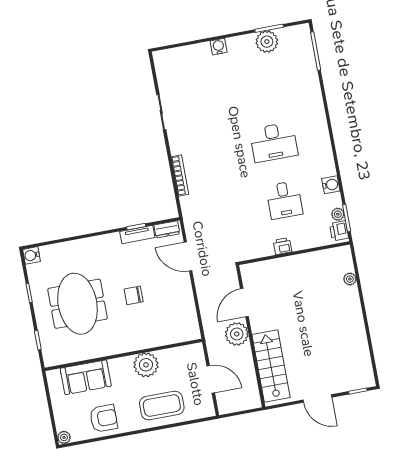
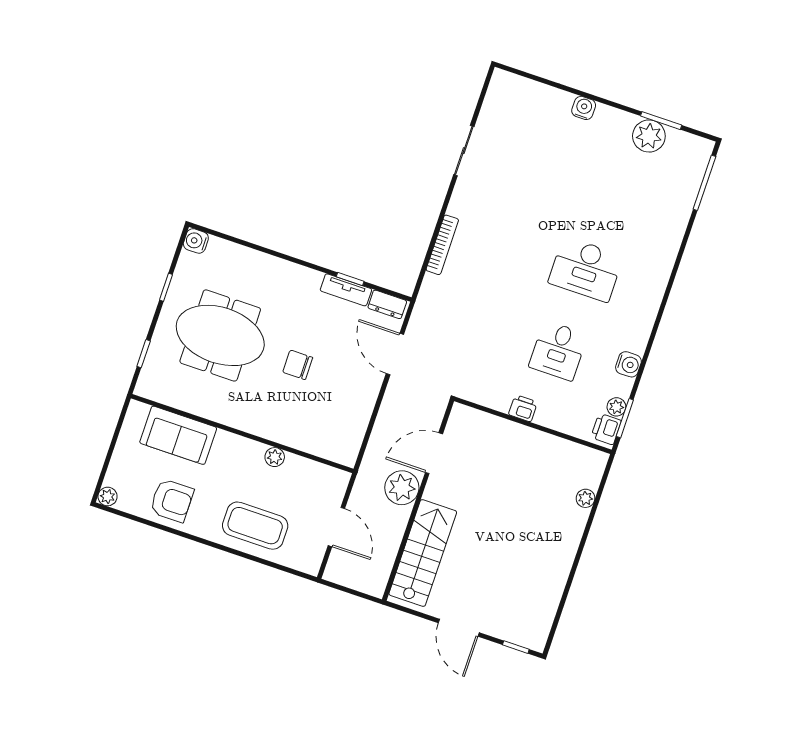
meeting table: (77, 304) -> (220, 335), turned 90
plant: (146, 365) -> (275, 457), width x0.53, depth x0.53

